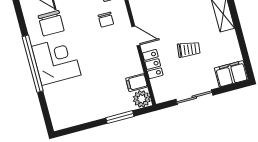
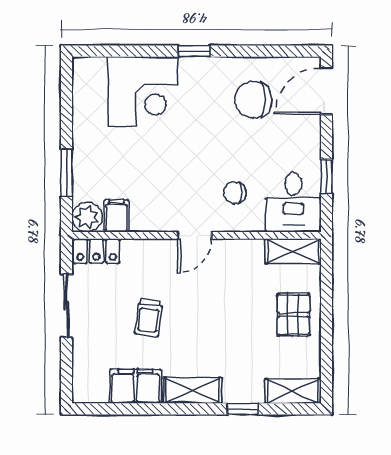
corner desk: (56, 61) -> (143, 92), moved
window: (33, 64) -> (194, 51), width x0.32
locker: (153, 64) -> (96, 251), moved
filing cabinet: (231, 74) -> (135, 386), moved, turned -90

